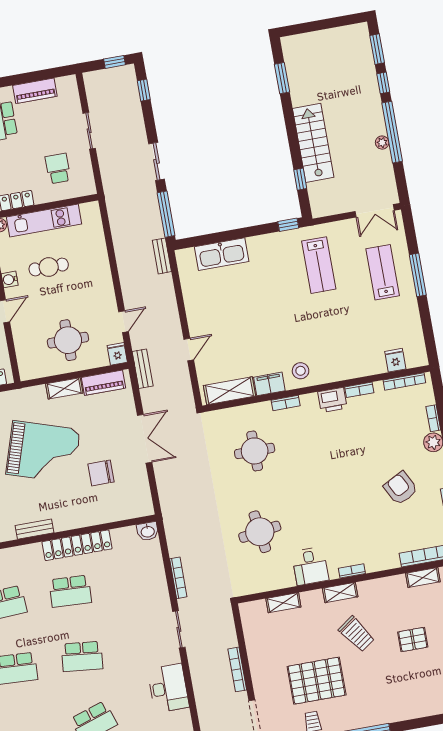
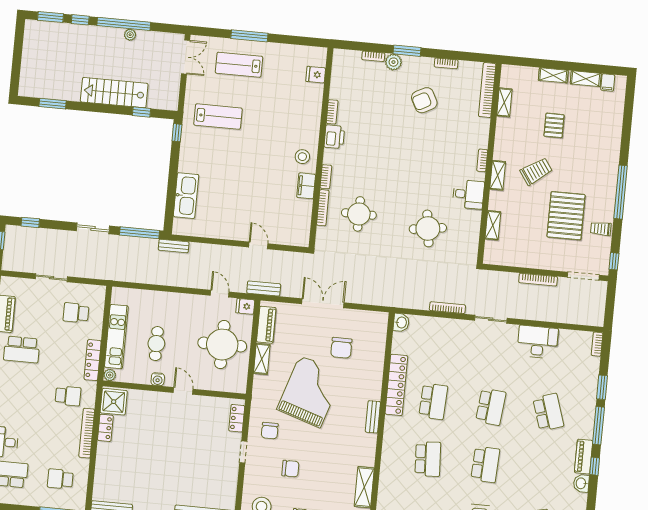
round table: (68, 340) -> (222, 345), width x1.36, depth x1.36
bookcase: (404, 381) -> (323, 208), moved
shelving: (229, 391) -> (302, 221), removed

